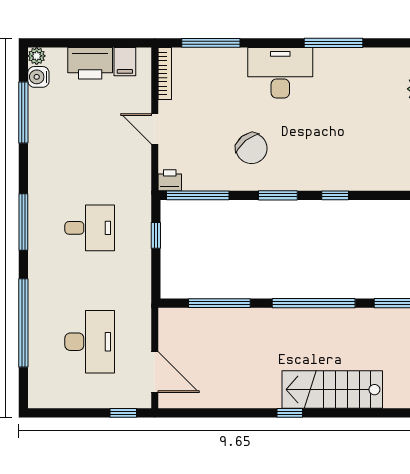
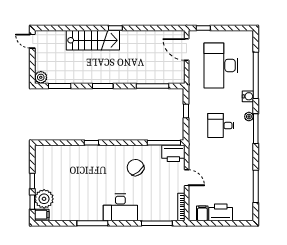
plant: (37, 56) -> (249, 117), moved
water cooler: (38, 77) -> (248, 96), moved
printer: (170, 180) -> (173, 153), width x1.87, depth x1.48
window: (278, 195) -> (122, 143), removed
window: (156, 235) -> (186, 111), moved
window: (314, 303) -> (103, 86), width x0.47
desk: (90, 342) -> (221, 65), width x1.36, depth x1.30

